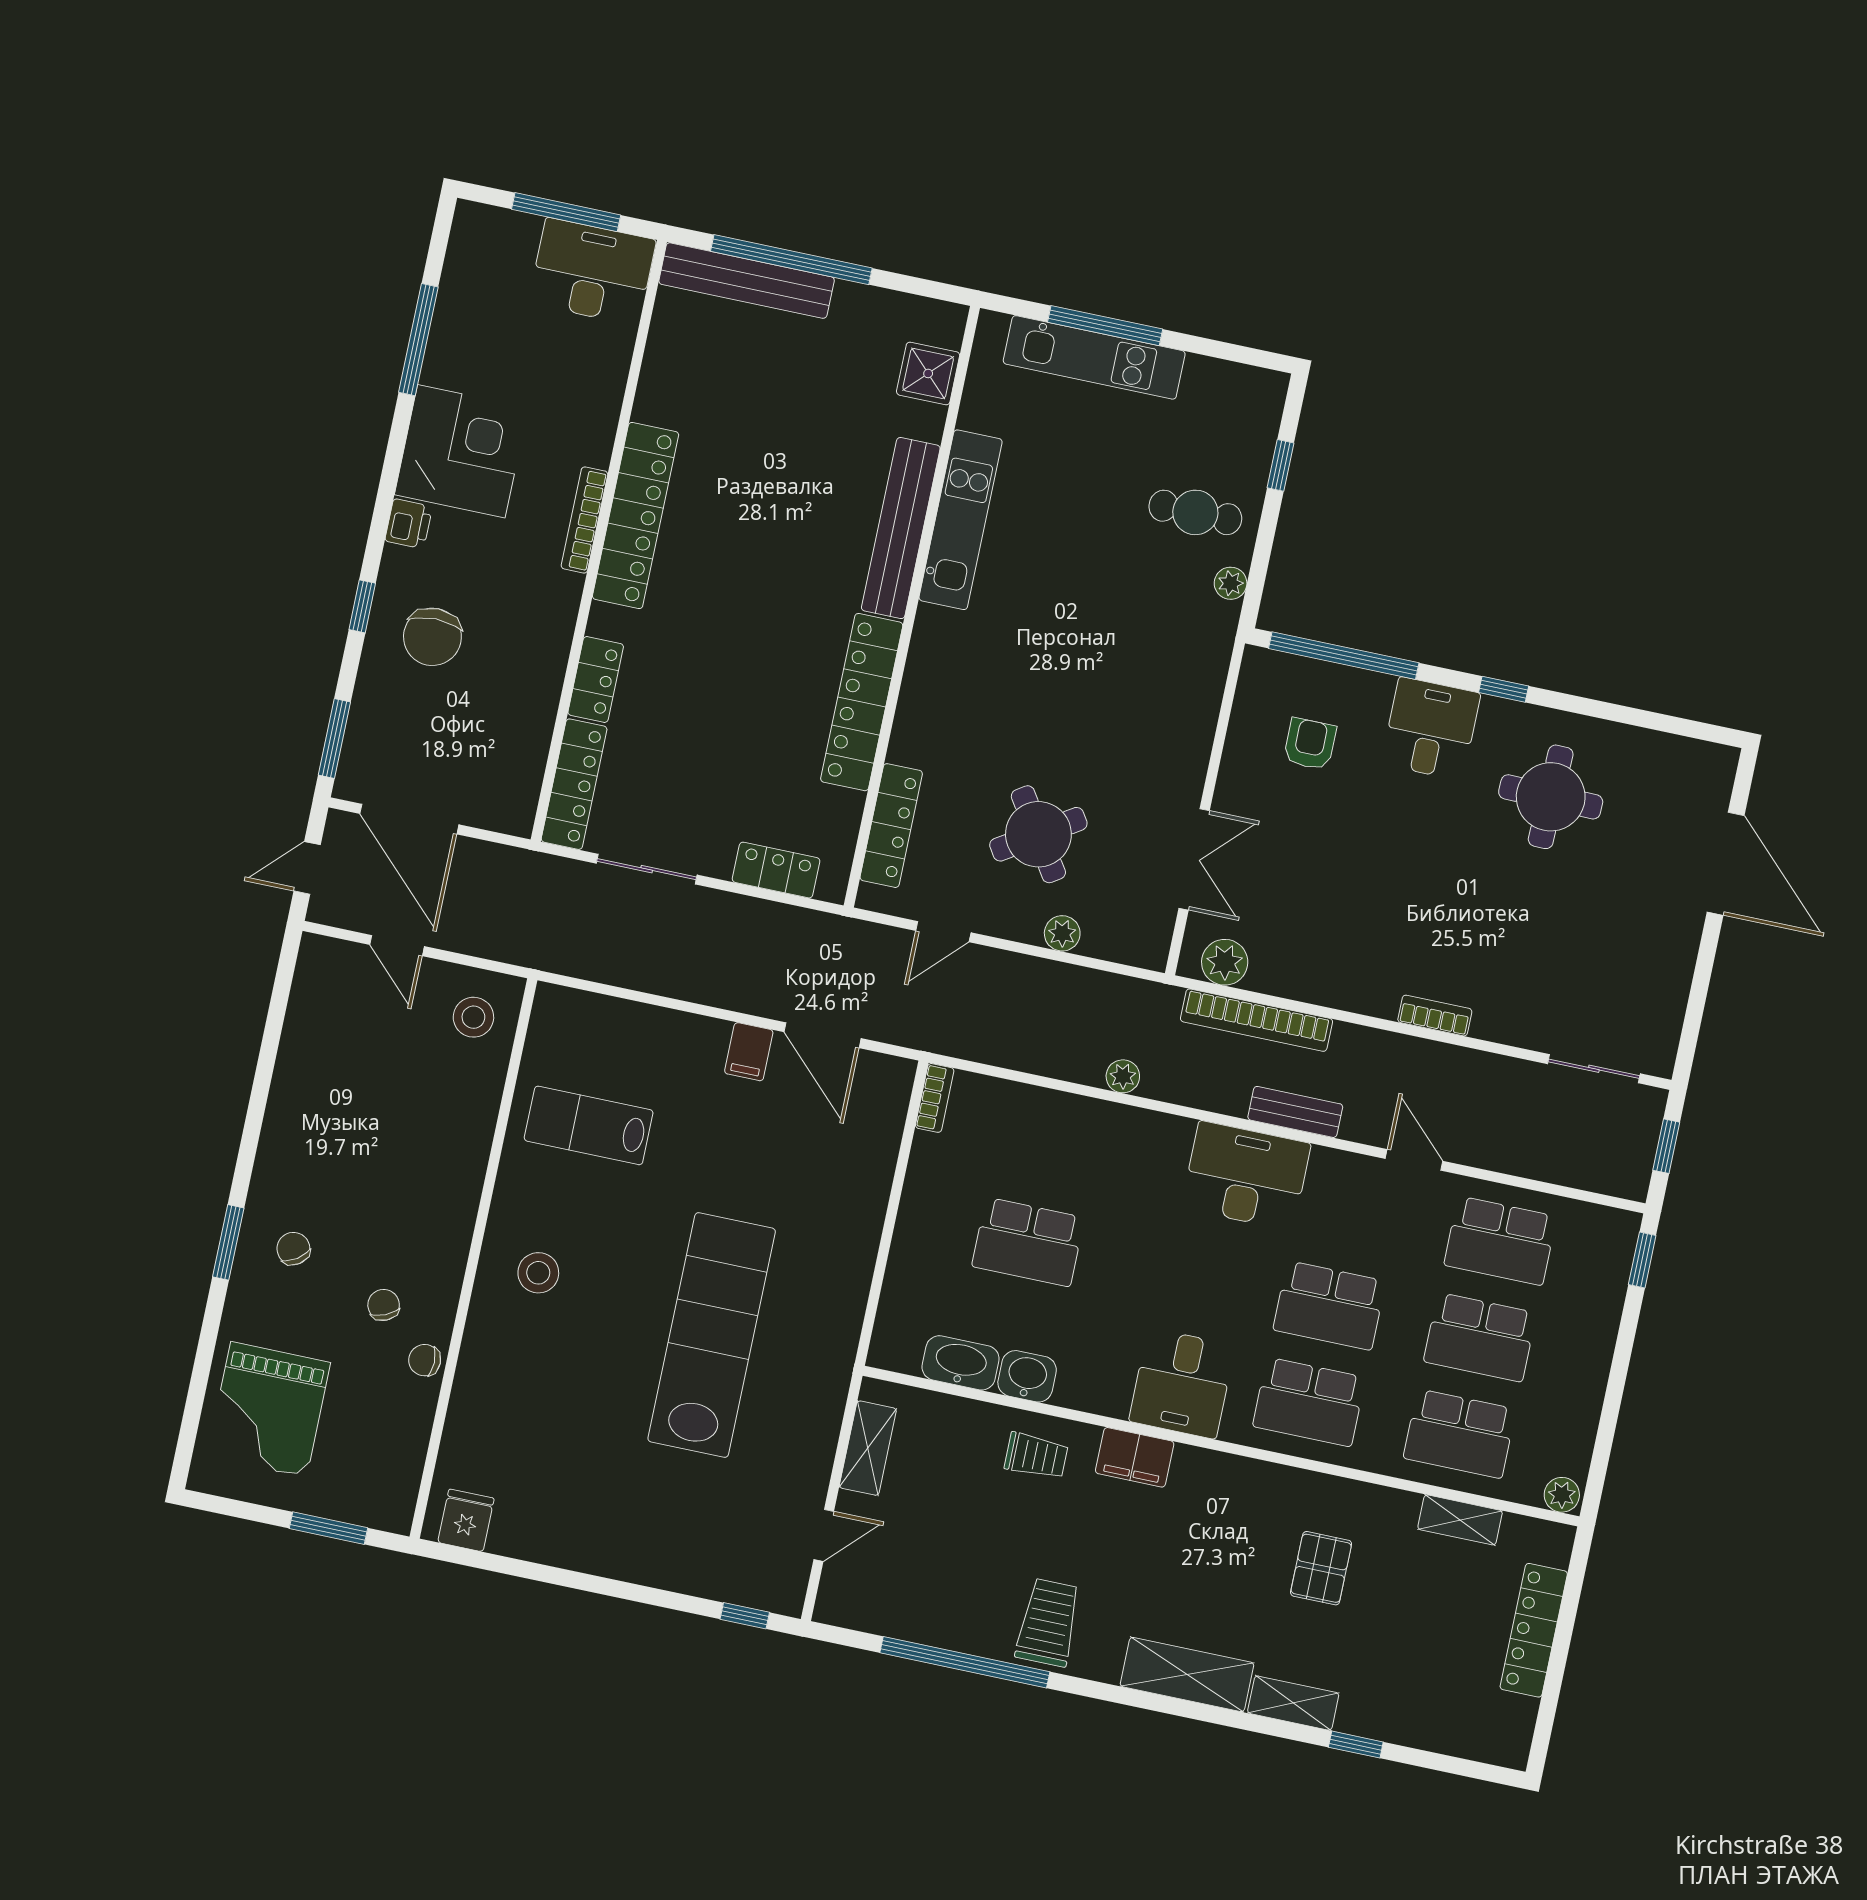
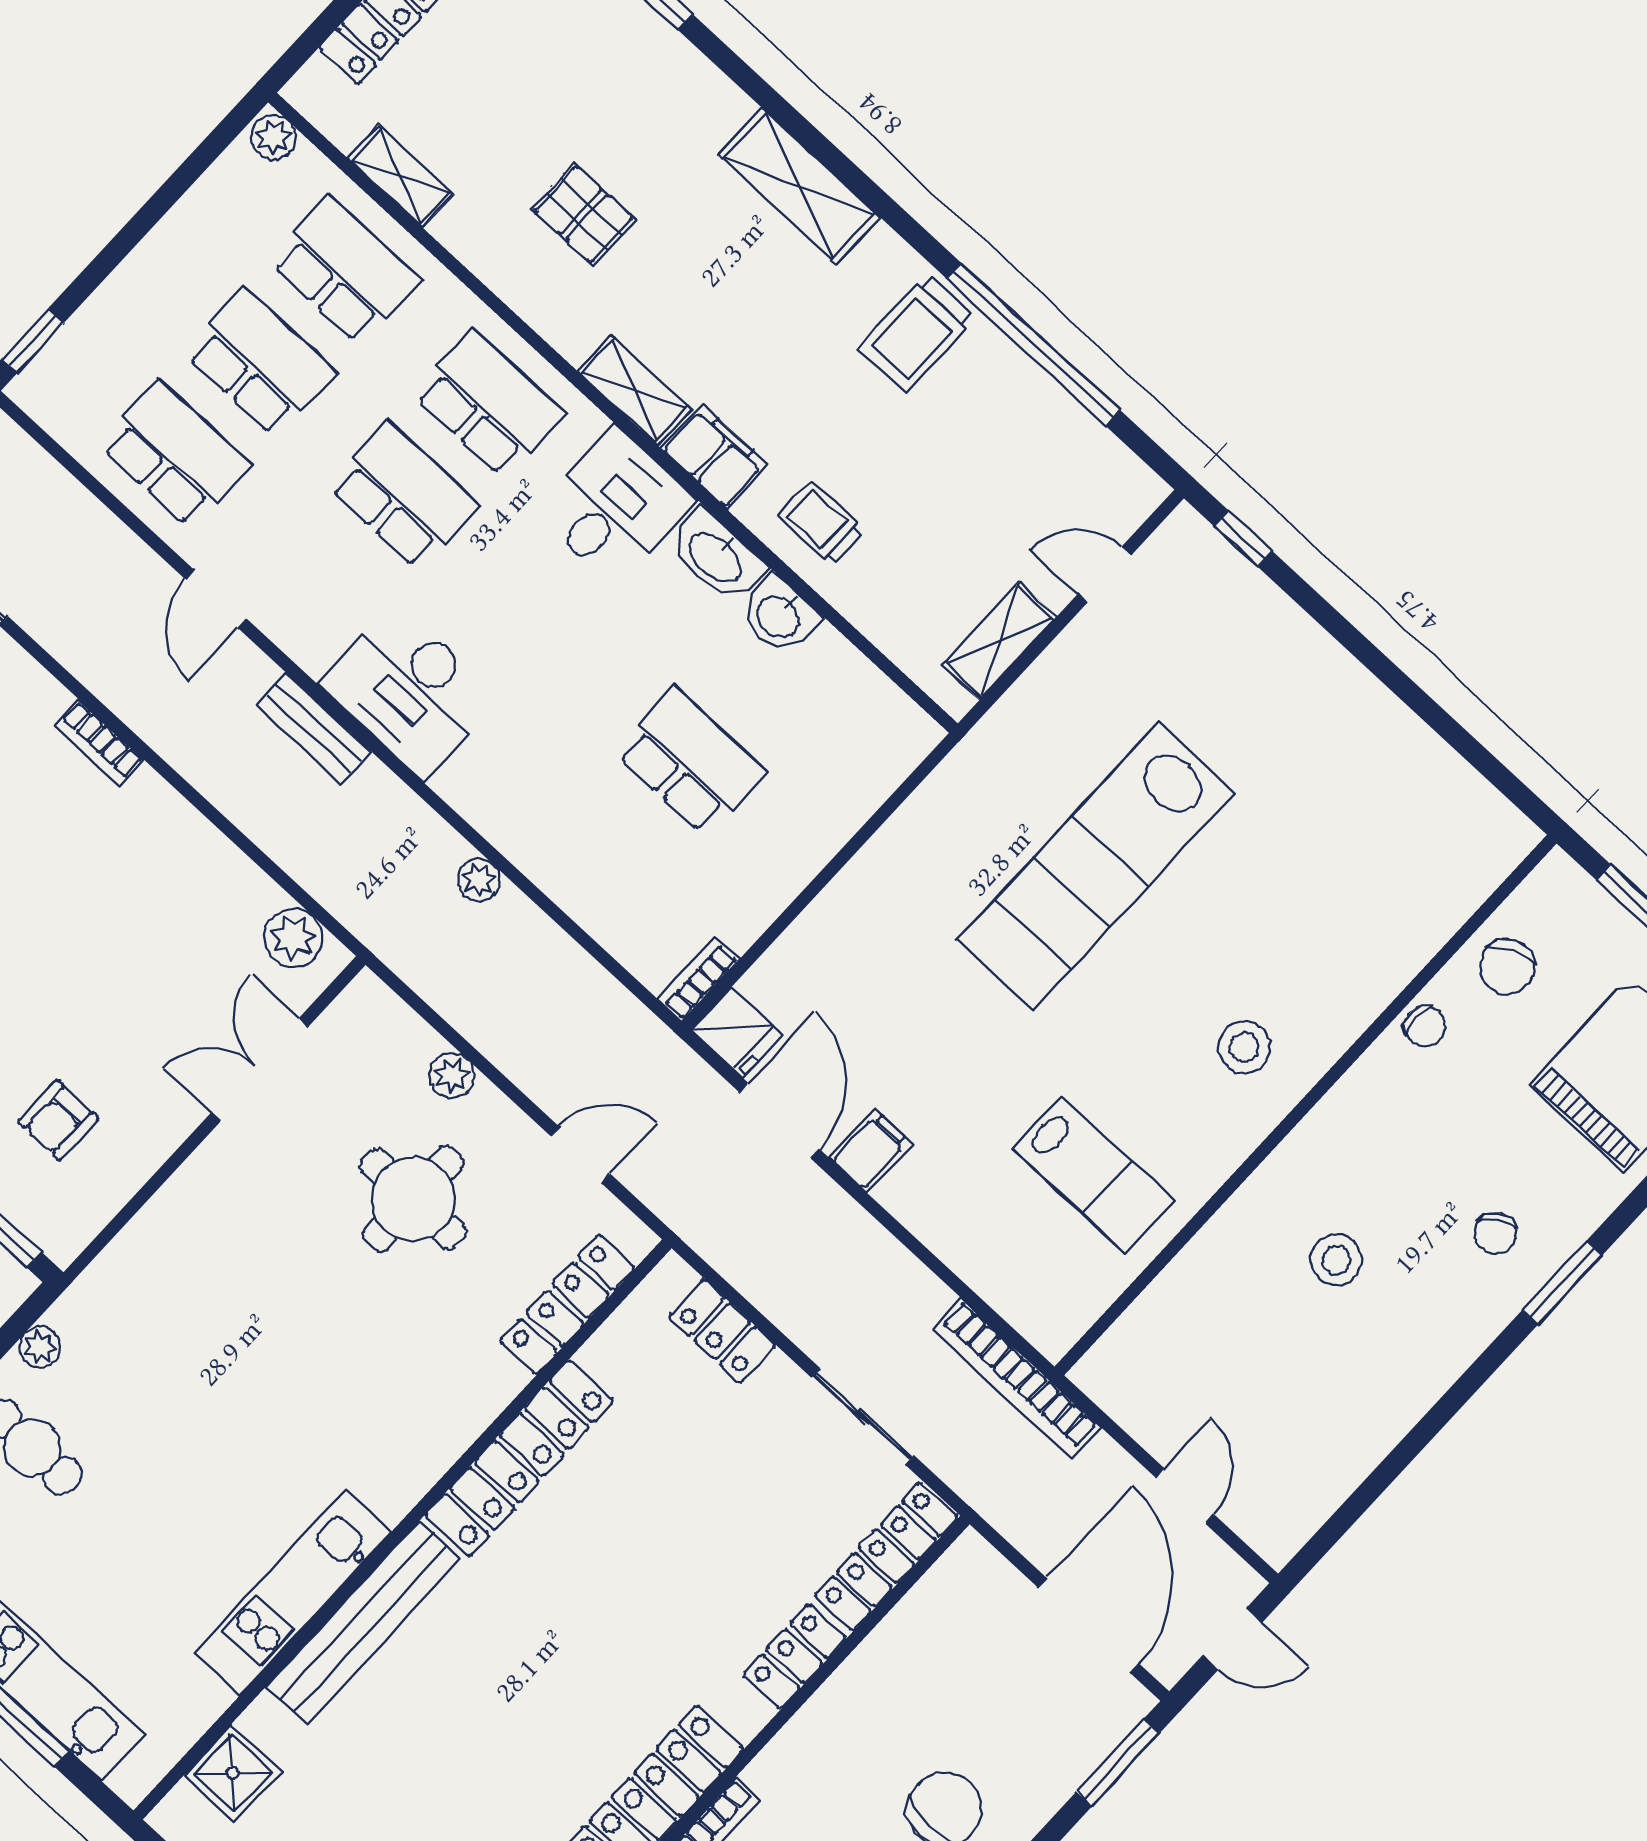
round table: (1038, 834) -> (413, 1199), turned 33
stool: (473, 1017) -> (1336, 1260), moved
bookcase: (1256, 1020) -> (1016, 1378), moved, turned 180
chair: (384, 1305) -> (1507, 967), moved, width x1.37, depth x1.37
washbasin: (961, 1363) -> (716, 556), moved
fridge: (466, 1520) -> (737, 1033), moved, turned -90
pallet: (1321, 1568) -> (584, 214), turned 90
shelving: (1293, 1703) -> (634, 390), moved

